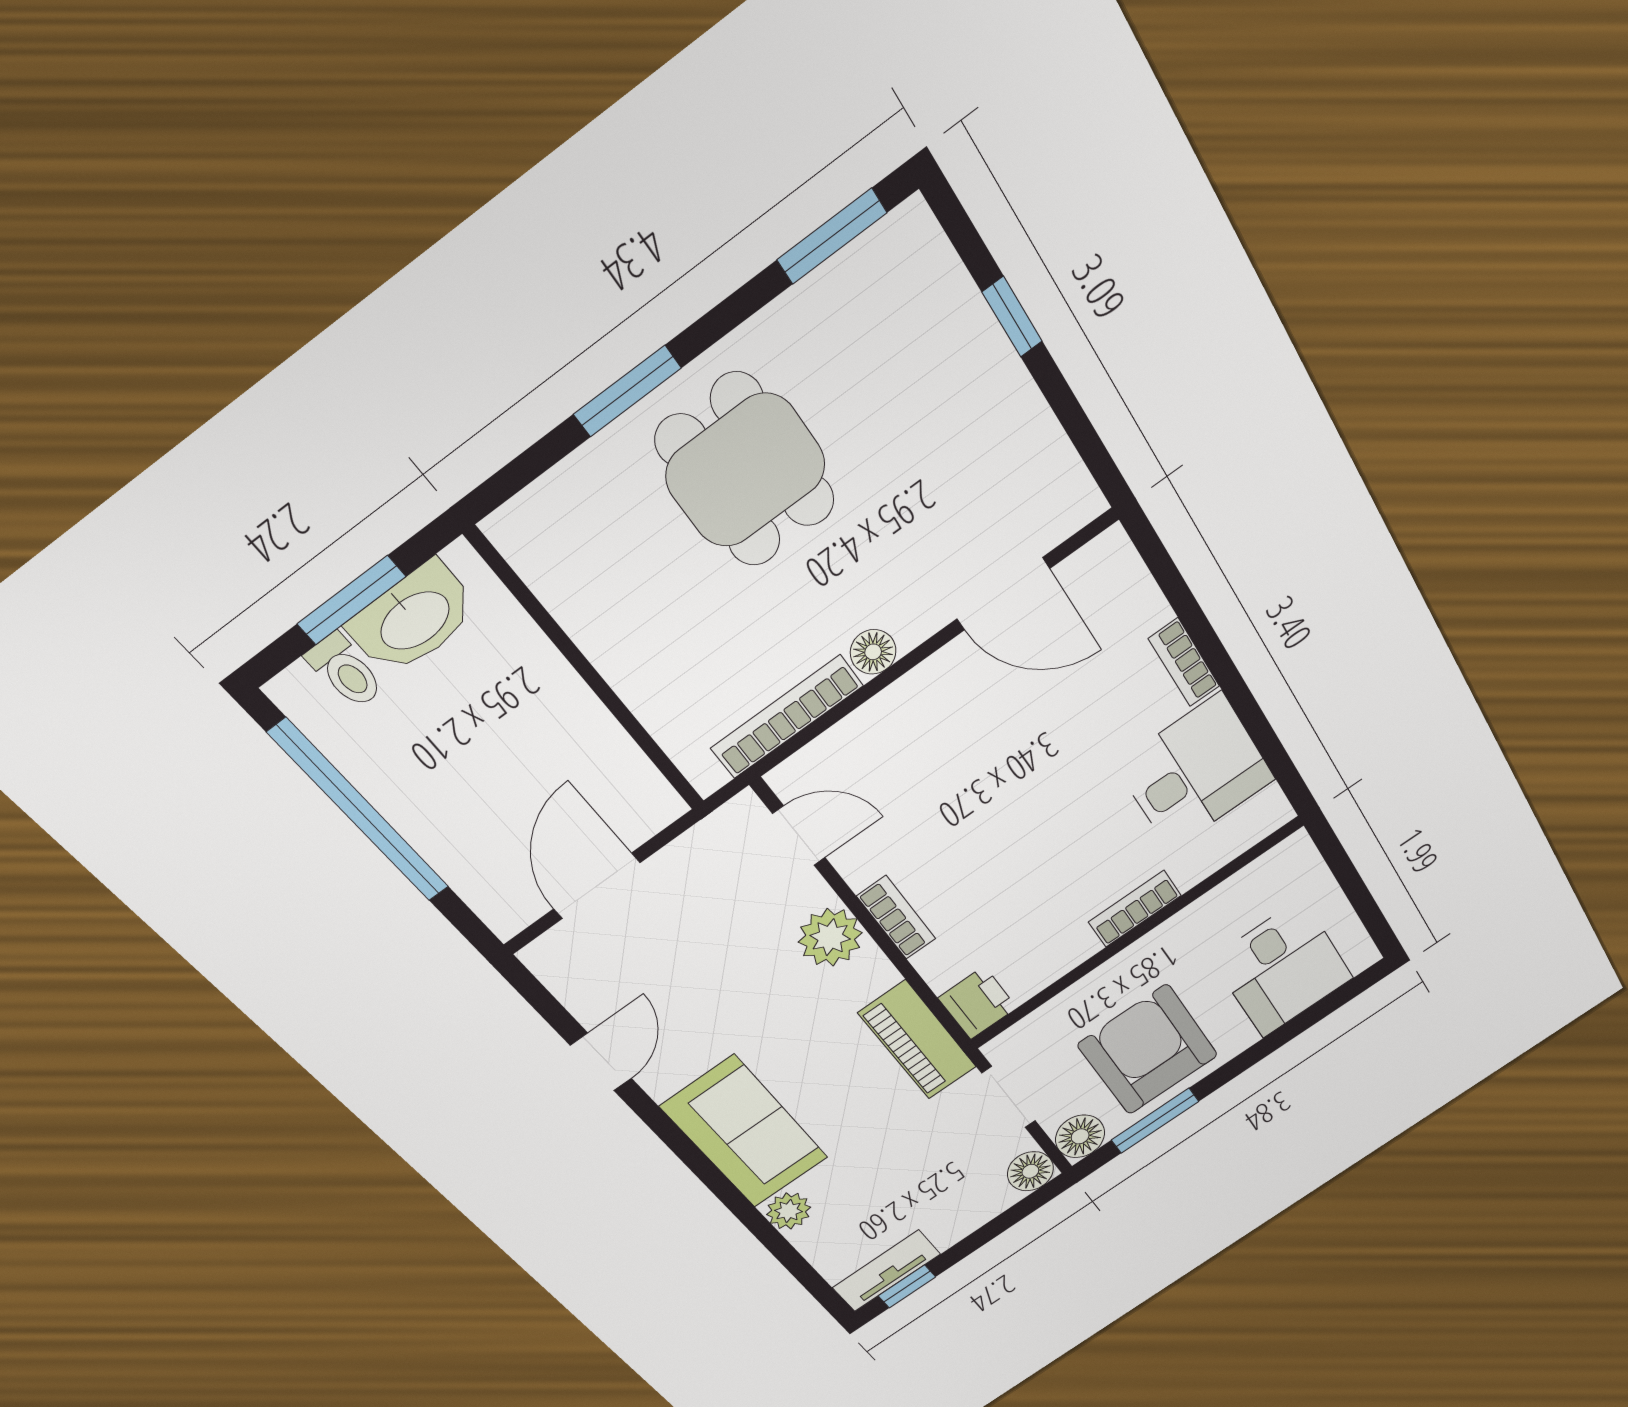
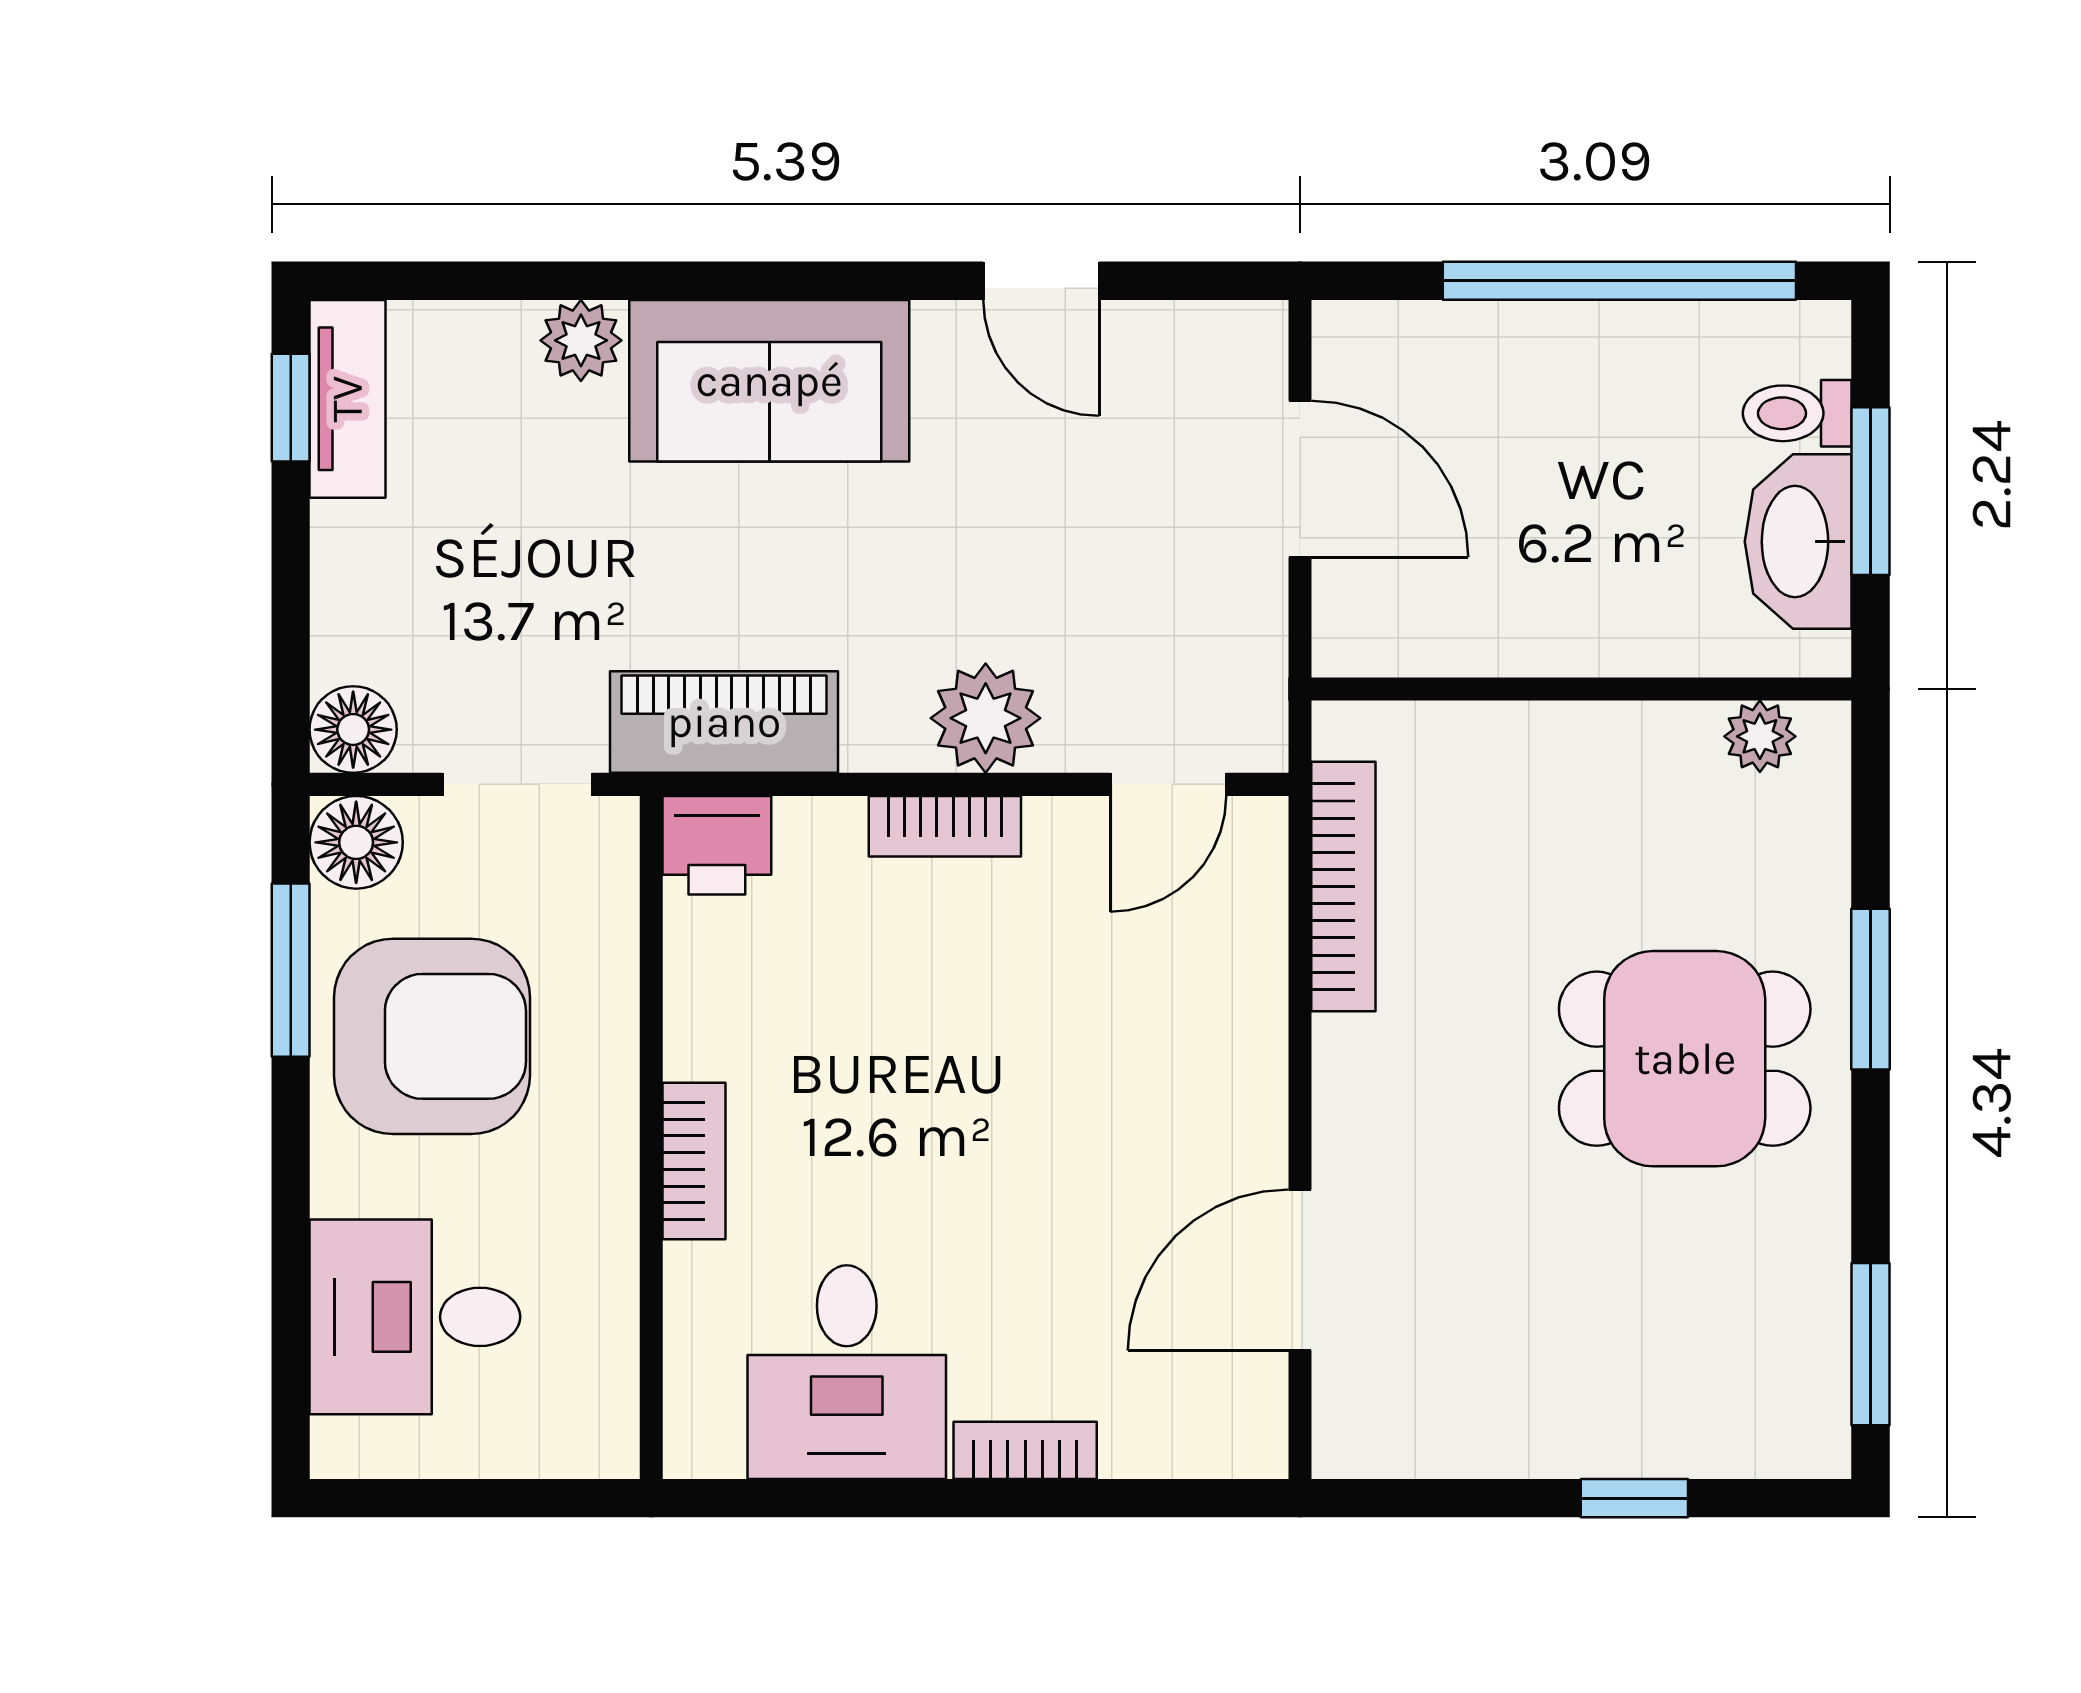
plant: (536, 561) -> (1760, 736), added
floor lamp: (873, 652) -> (1347, 1055), removed

